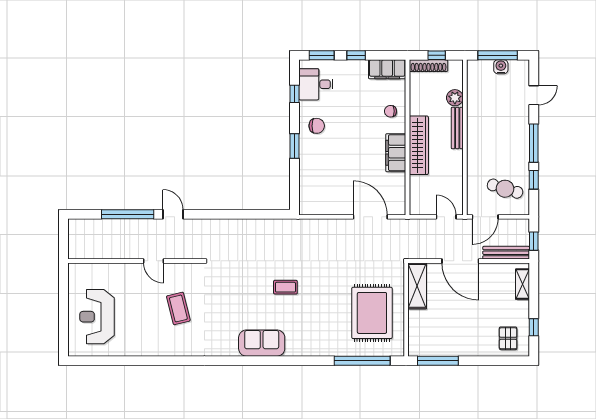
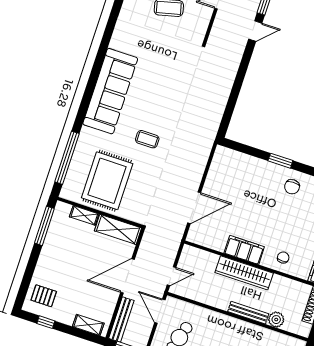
coffee table: (285, 287) -> (147, 139), moved, turned 90
rug: (372, 313) -> (107, 181), turned 90
shelving: (414, 324) -> (84, 215), added
sofa: (262, 343) -> (110, 91), width x1.85, depth x1.27

